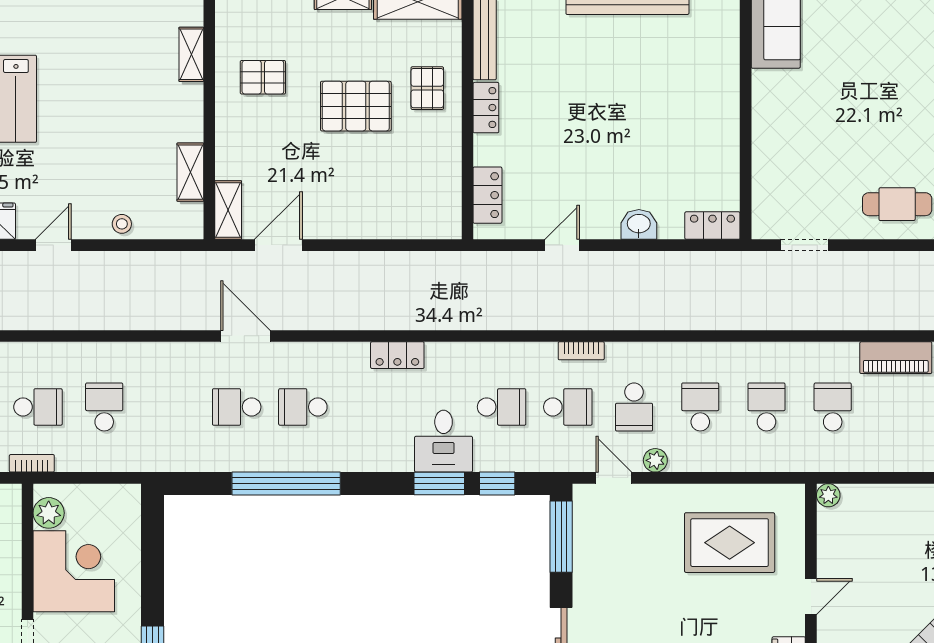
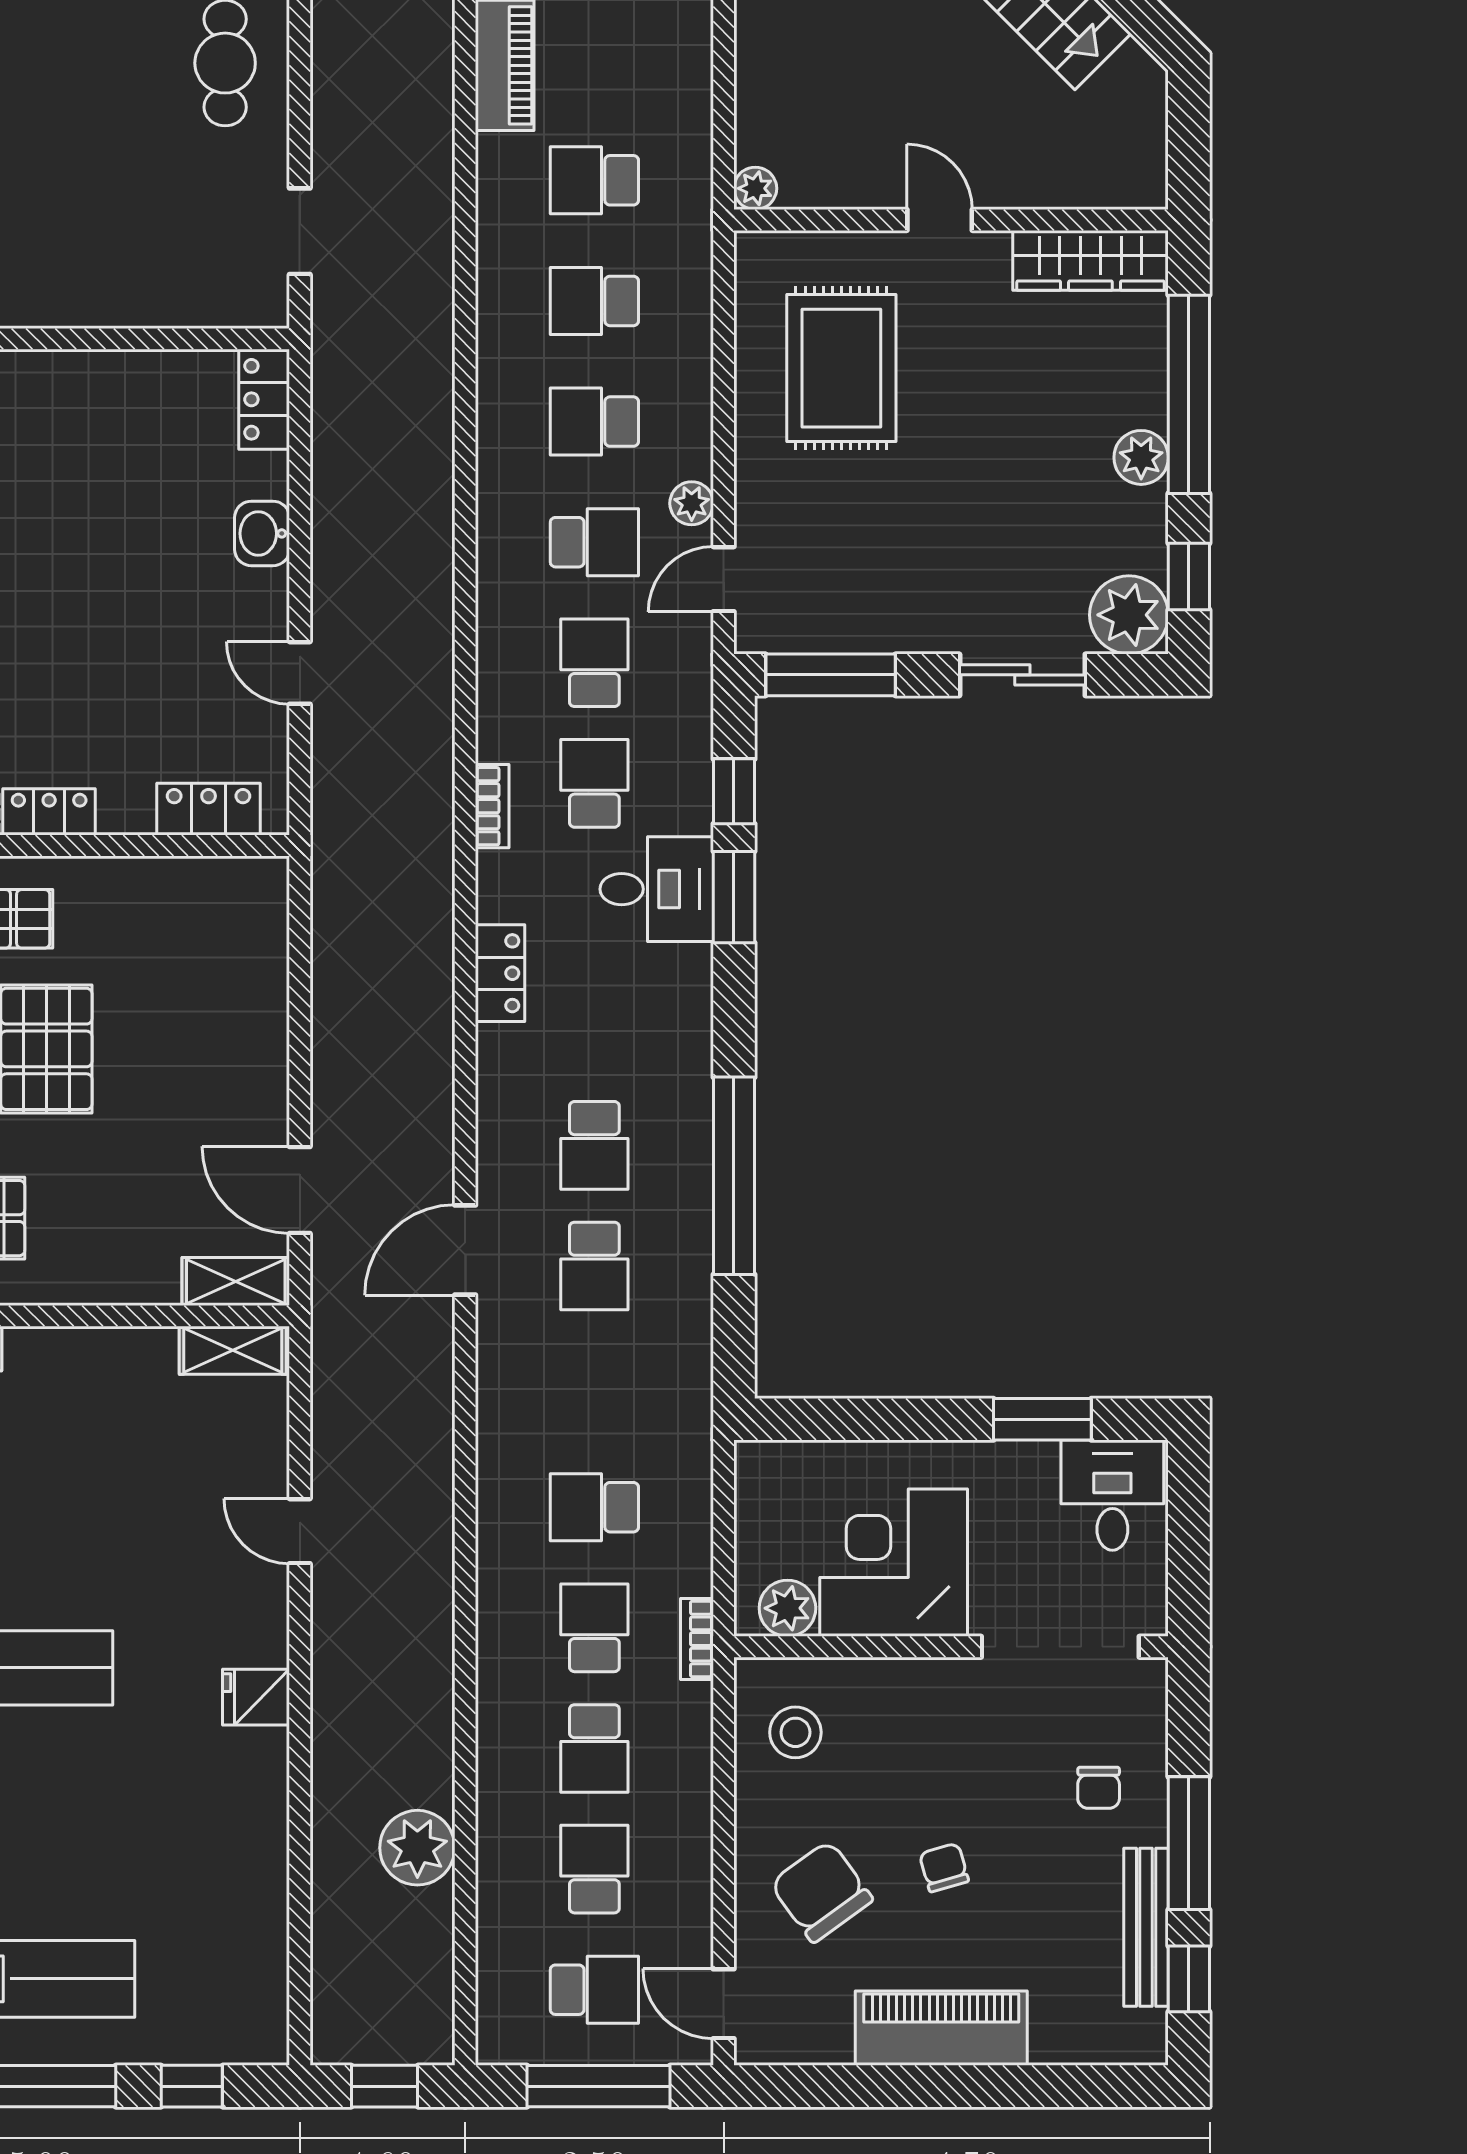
shelving: (190, 172) -> (233, 1350), moved
stool: (122, 224) -> (261, 1475), removed
door: (53, 245) -> (300, 1531), moved
bookcase: (581, 351) -> (492, 806), moved

